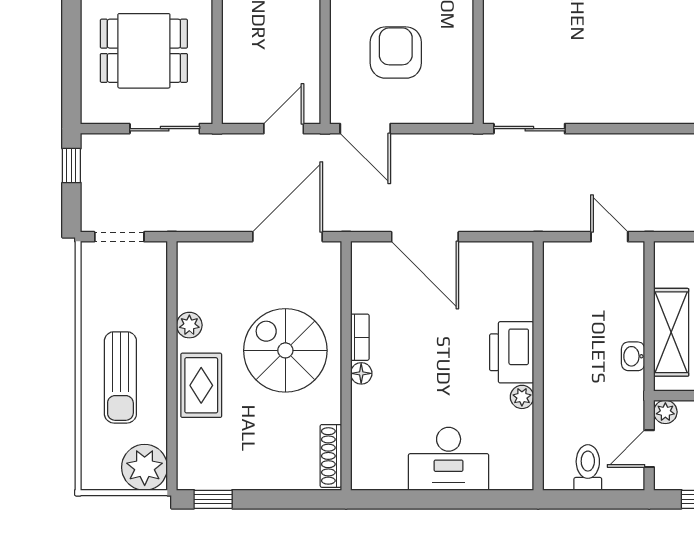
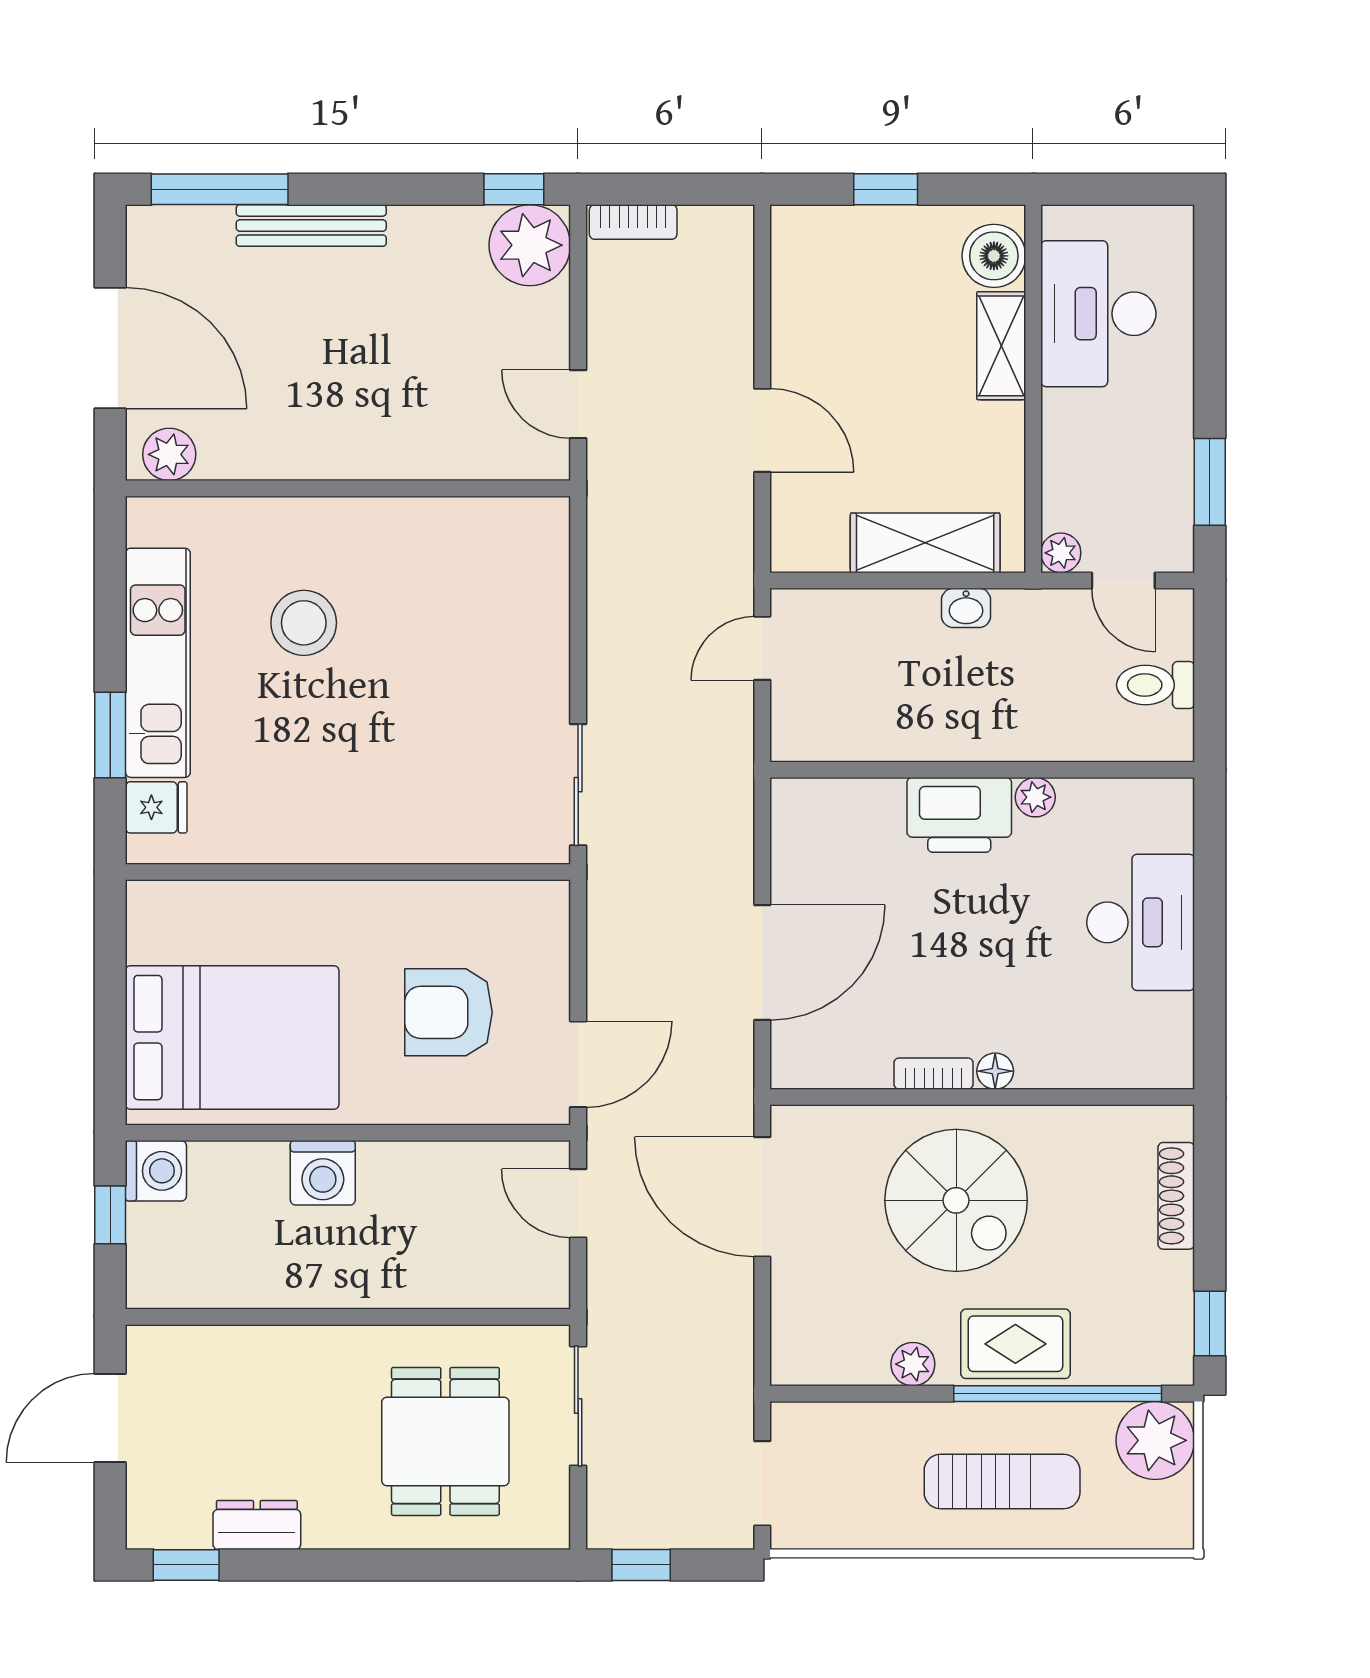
spiral stairs: (285, 350) -> (956, 1200), turned -90
window: (172, 410) -> (1058, 1394), added
shoe rack: (331, 456) -> (1176, 1196), moved, turned 90

